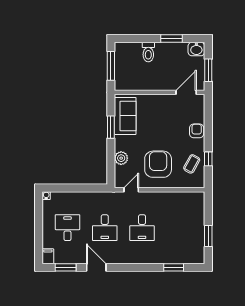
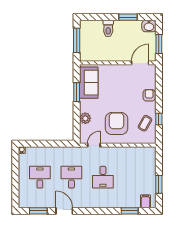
desk: (105, 228) -> (71, 177), turned 180
filing cabinet: (48, 256) -> (145, 201), moved

